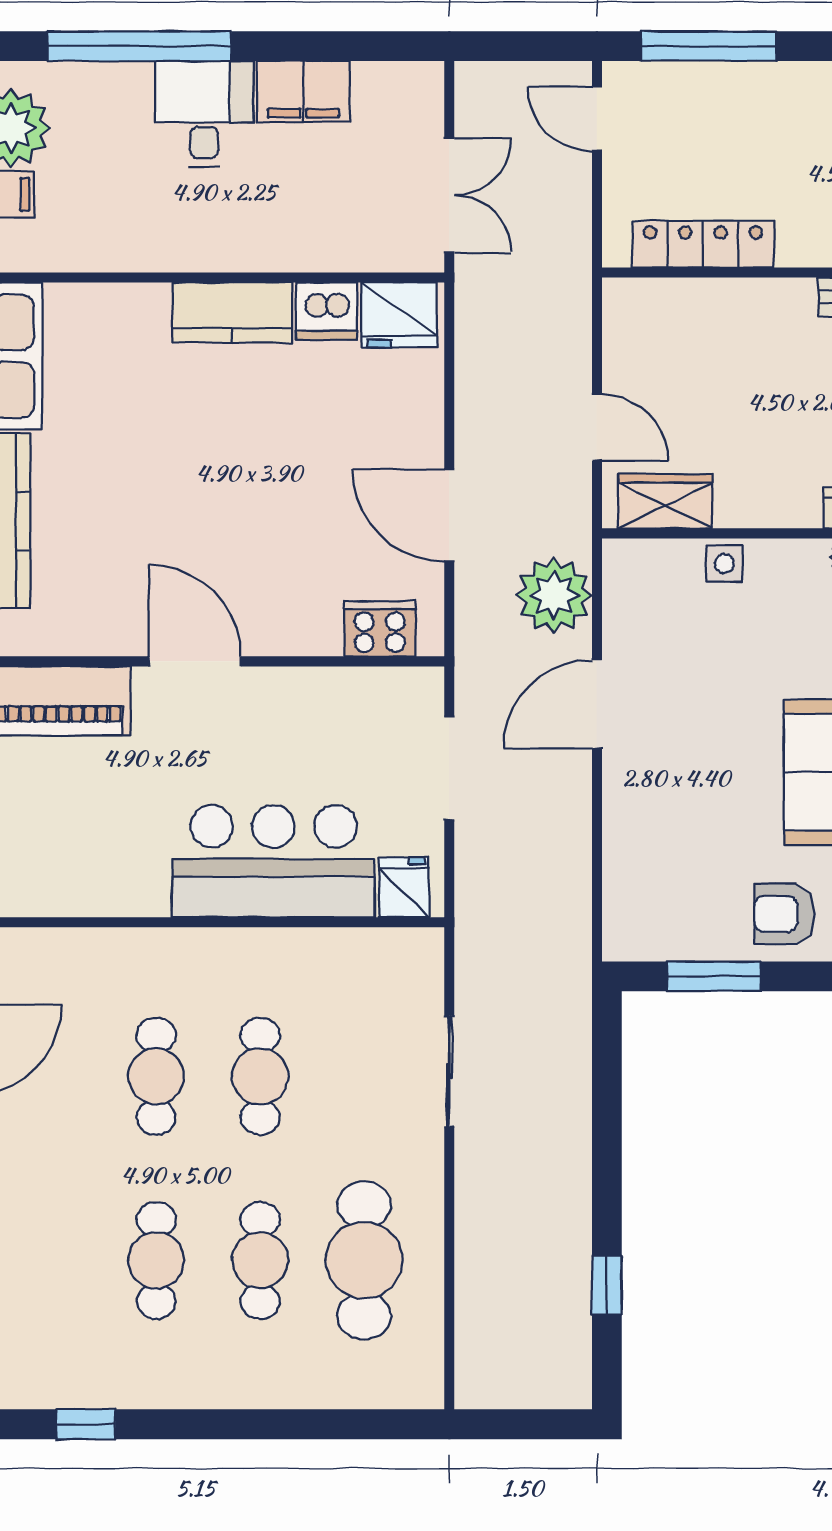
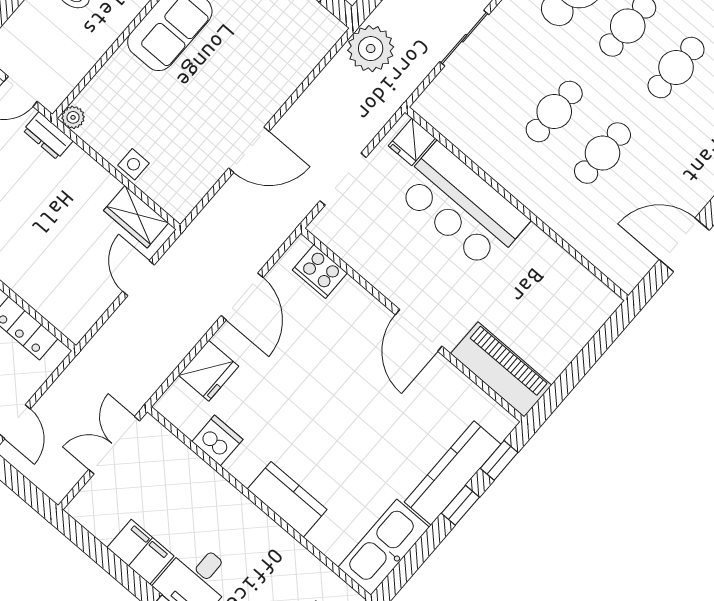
kitchen counter: (232, 312) -> (287, 499), moved
fridge: (399, 315) -> (209, 371), moved, turned 90
plant: (554, 595) -> (371, 49), moved

